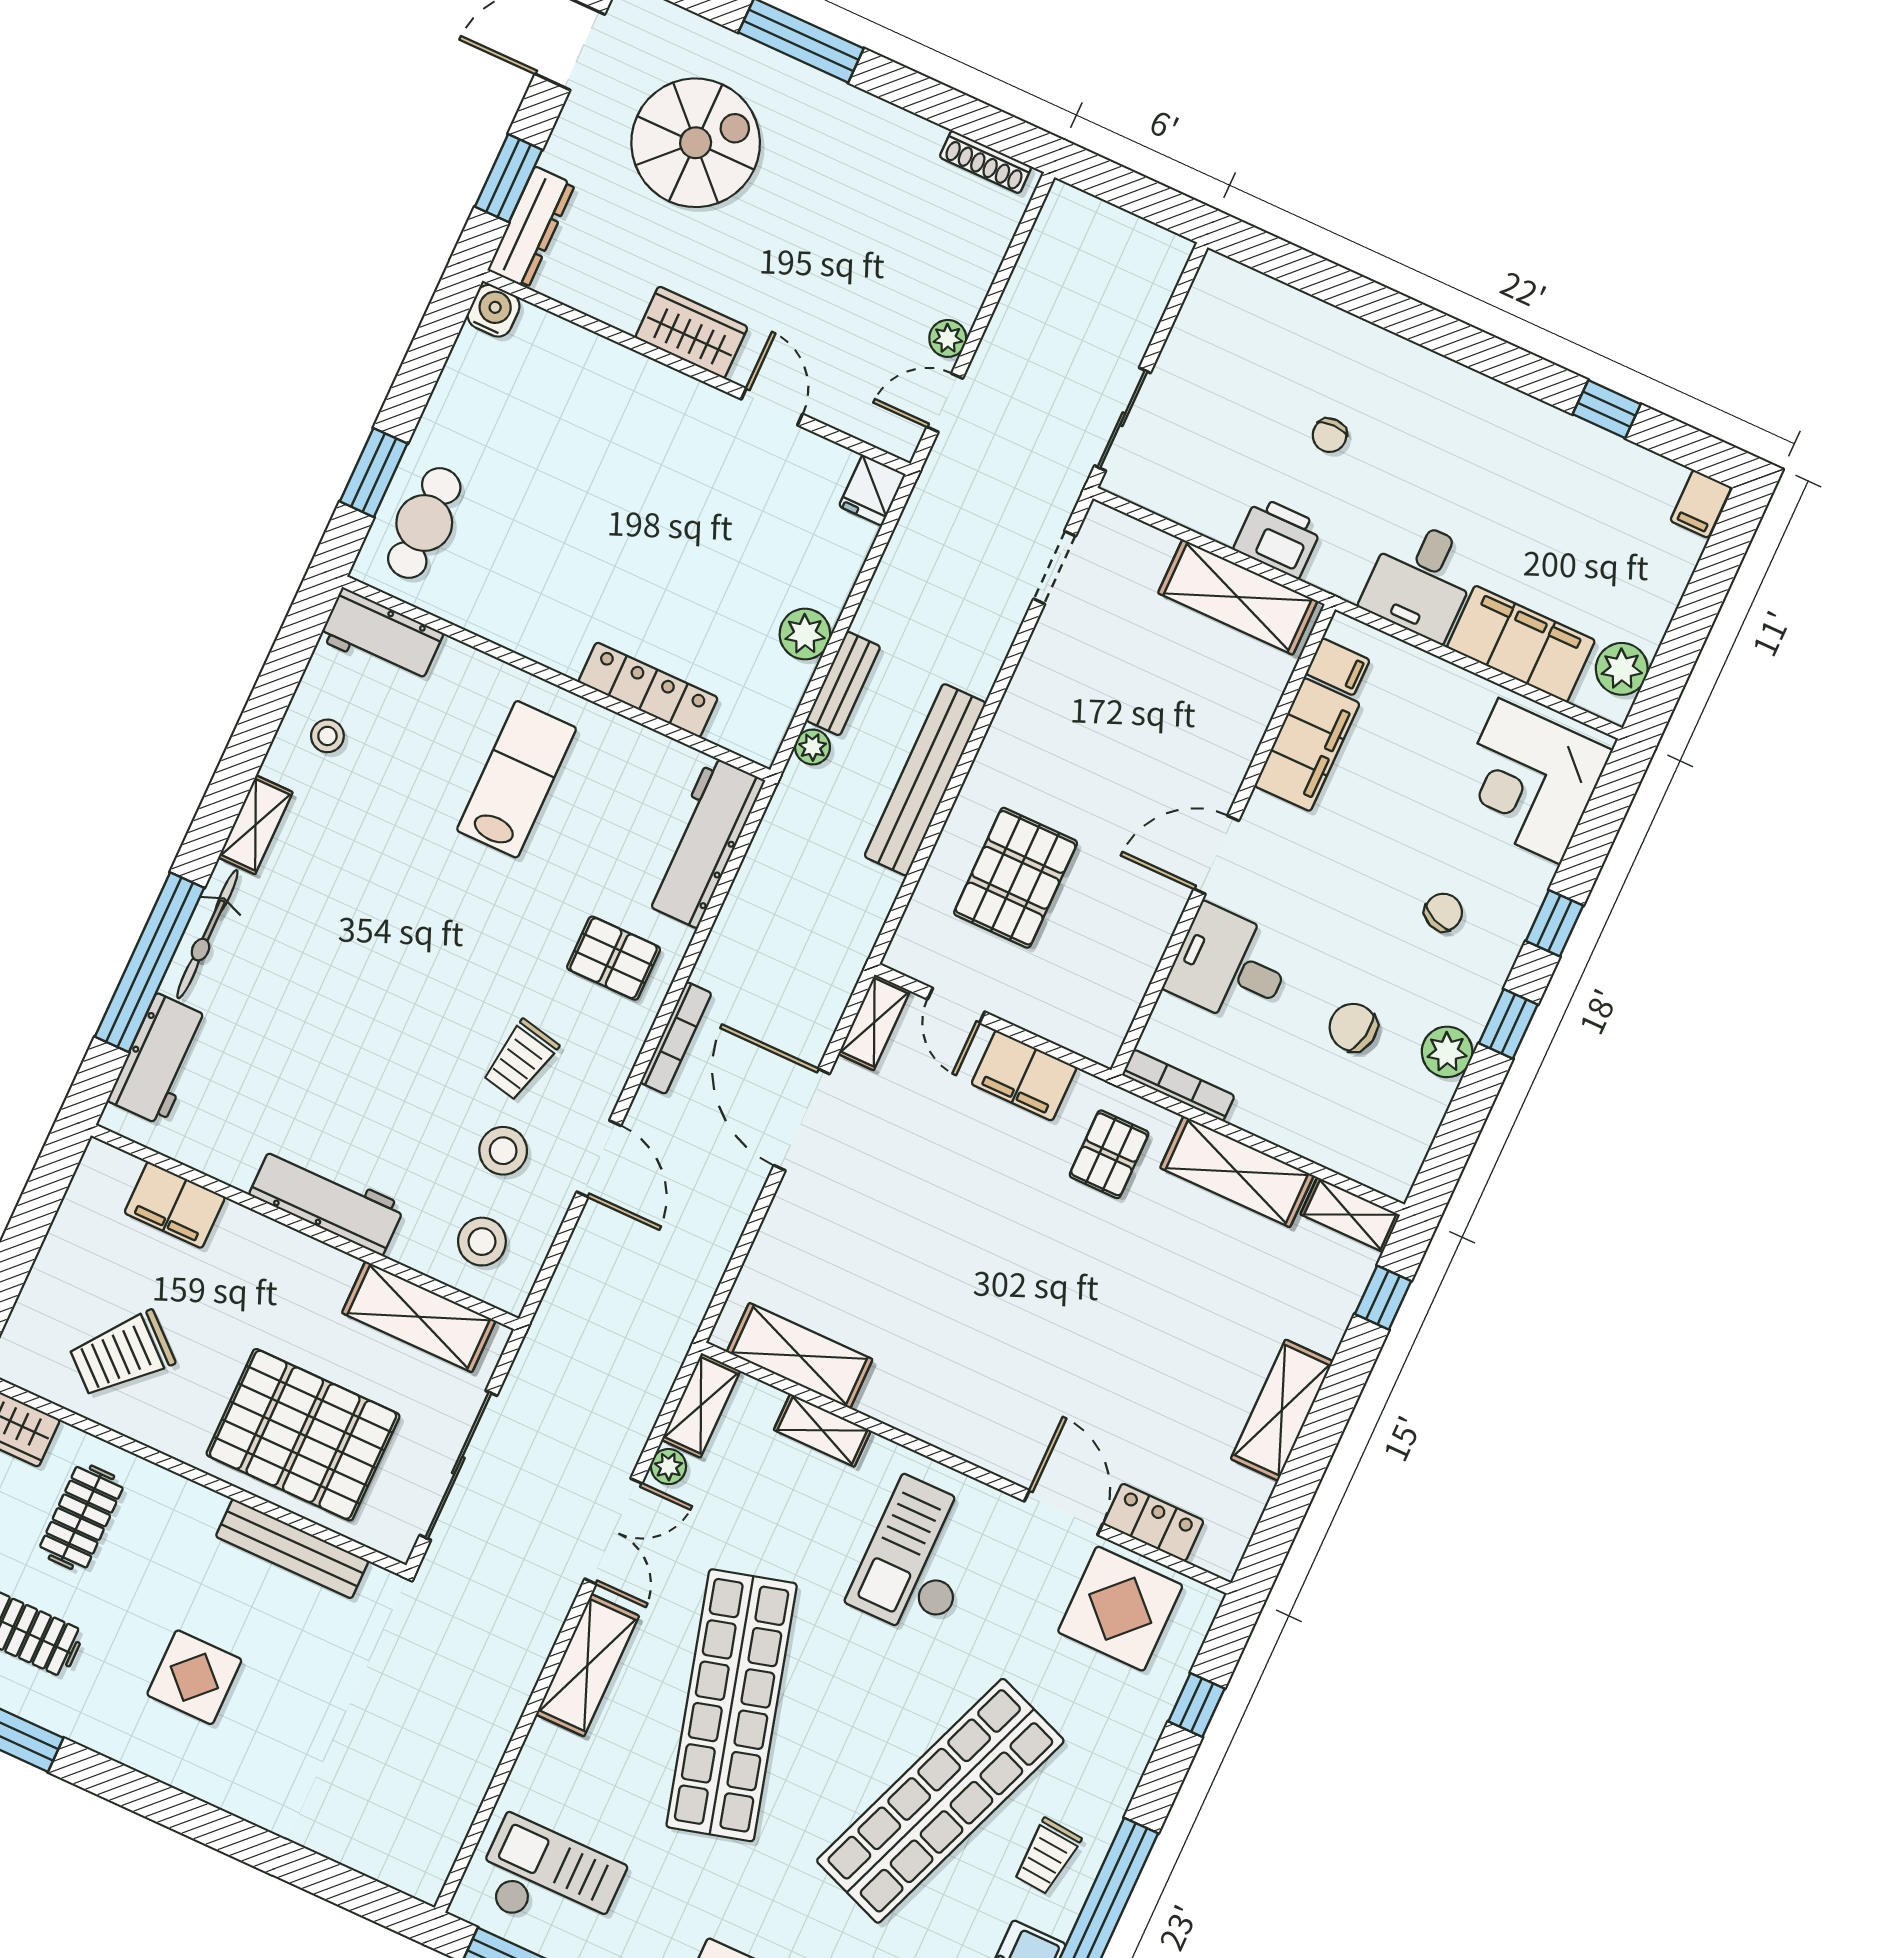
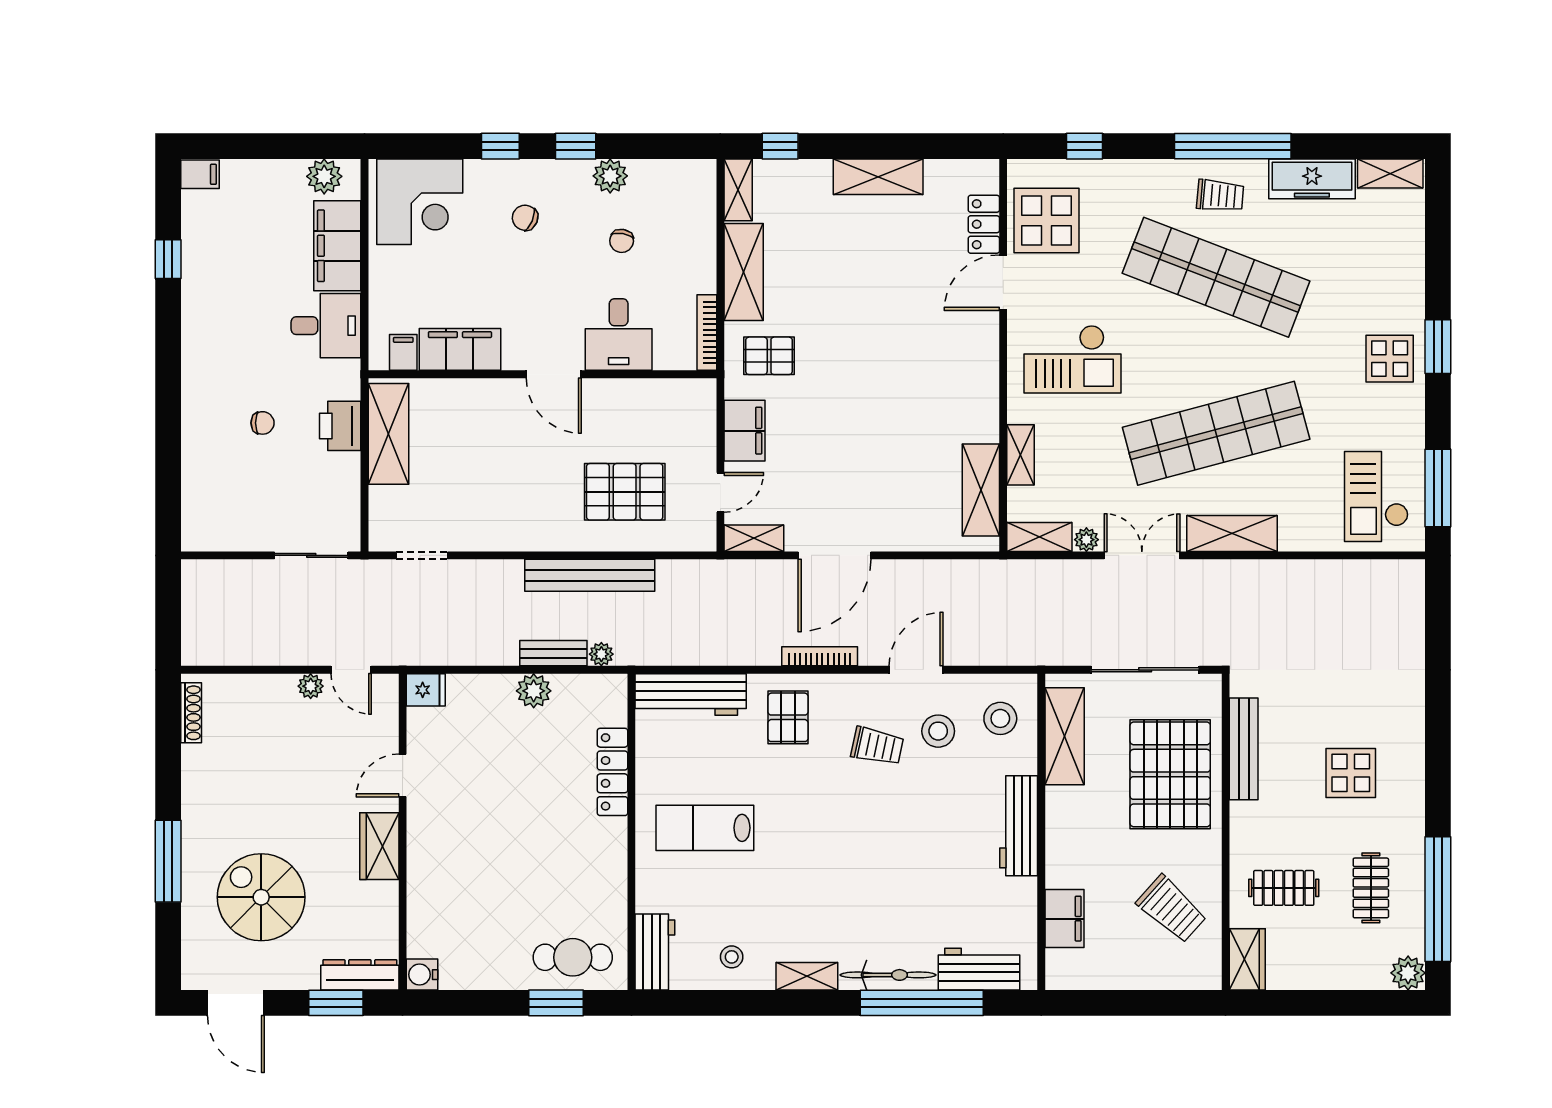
chair: (1353, 1027) -> (622, 241), width x0.73, depth x0.73

